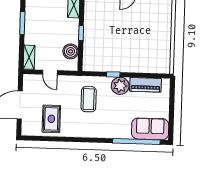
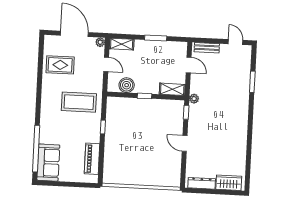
door: (50, 72) -> (106, 64), swing flipped
plant: (120, 86) -> (100, 42), moved, width x0.53, depth x0.53
coffee table: (89, 99) -> (79, 102), width x1.36, depth x1.32

